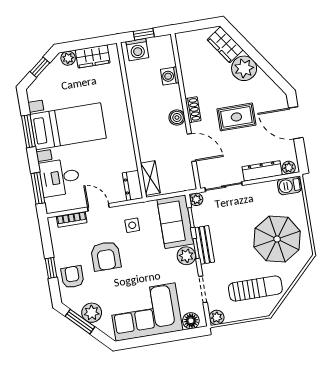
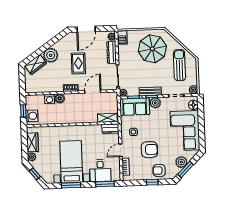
boiler: (177, 117) -> (60, 98), moved

